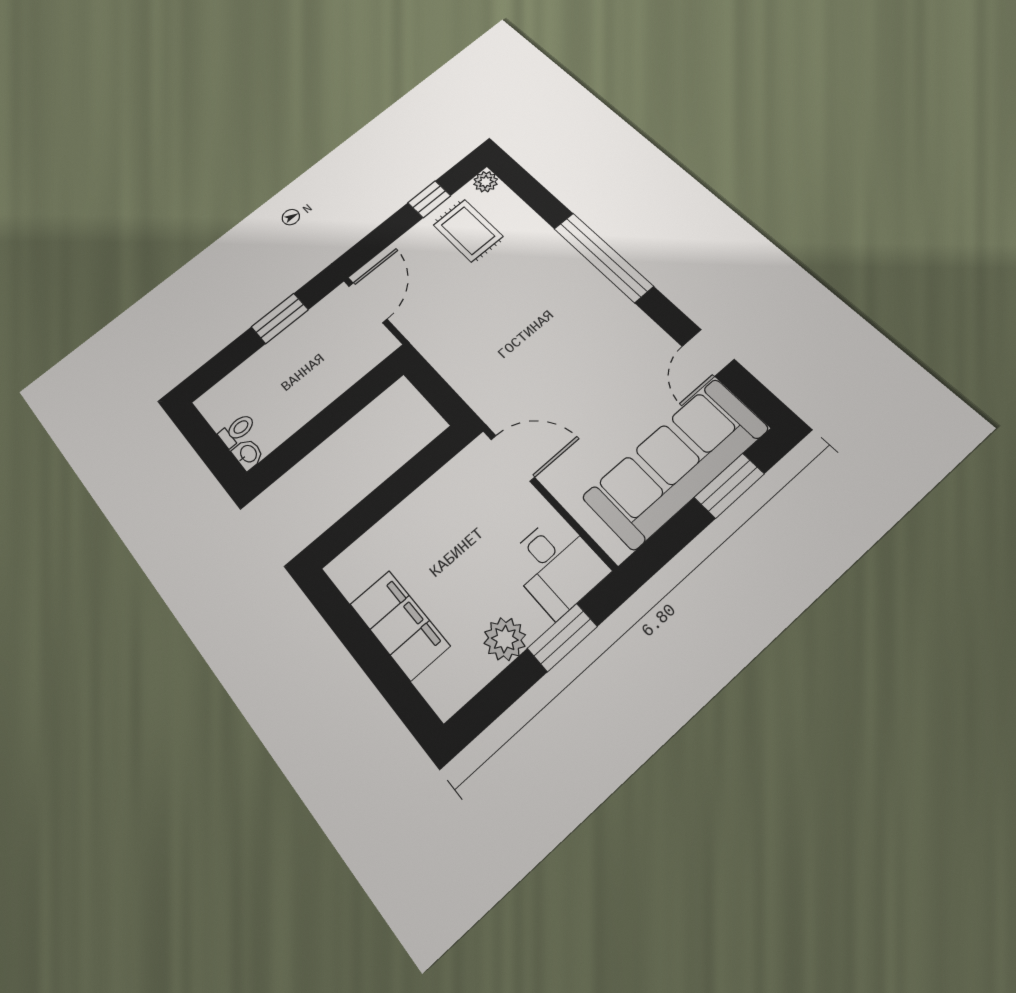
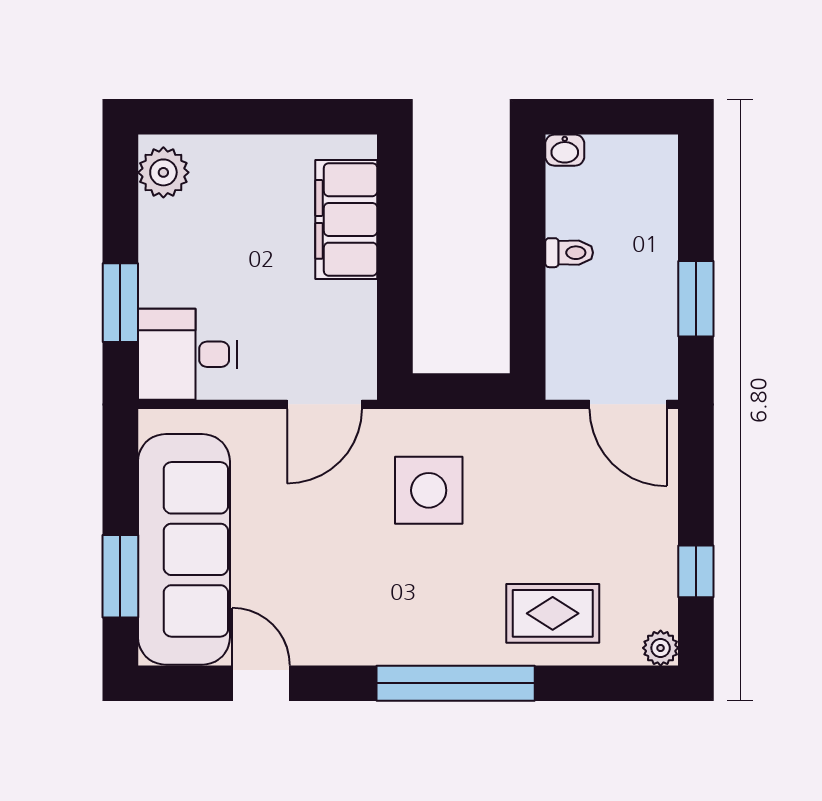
rug: (468, 231) -> (553, 613), moved
side table: (509, 360) -> (429, 490), added
toilet: (237, 430) -> (569, 253), moved, turned -90
filing cabinet: (400, 625) -> (346, 219), moved, turned 90
plant: (505, 639) -> (163, 172), moved

